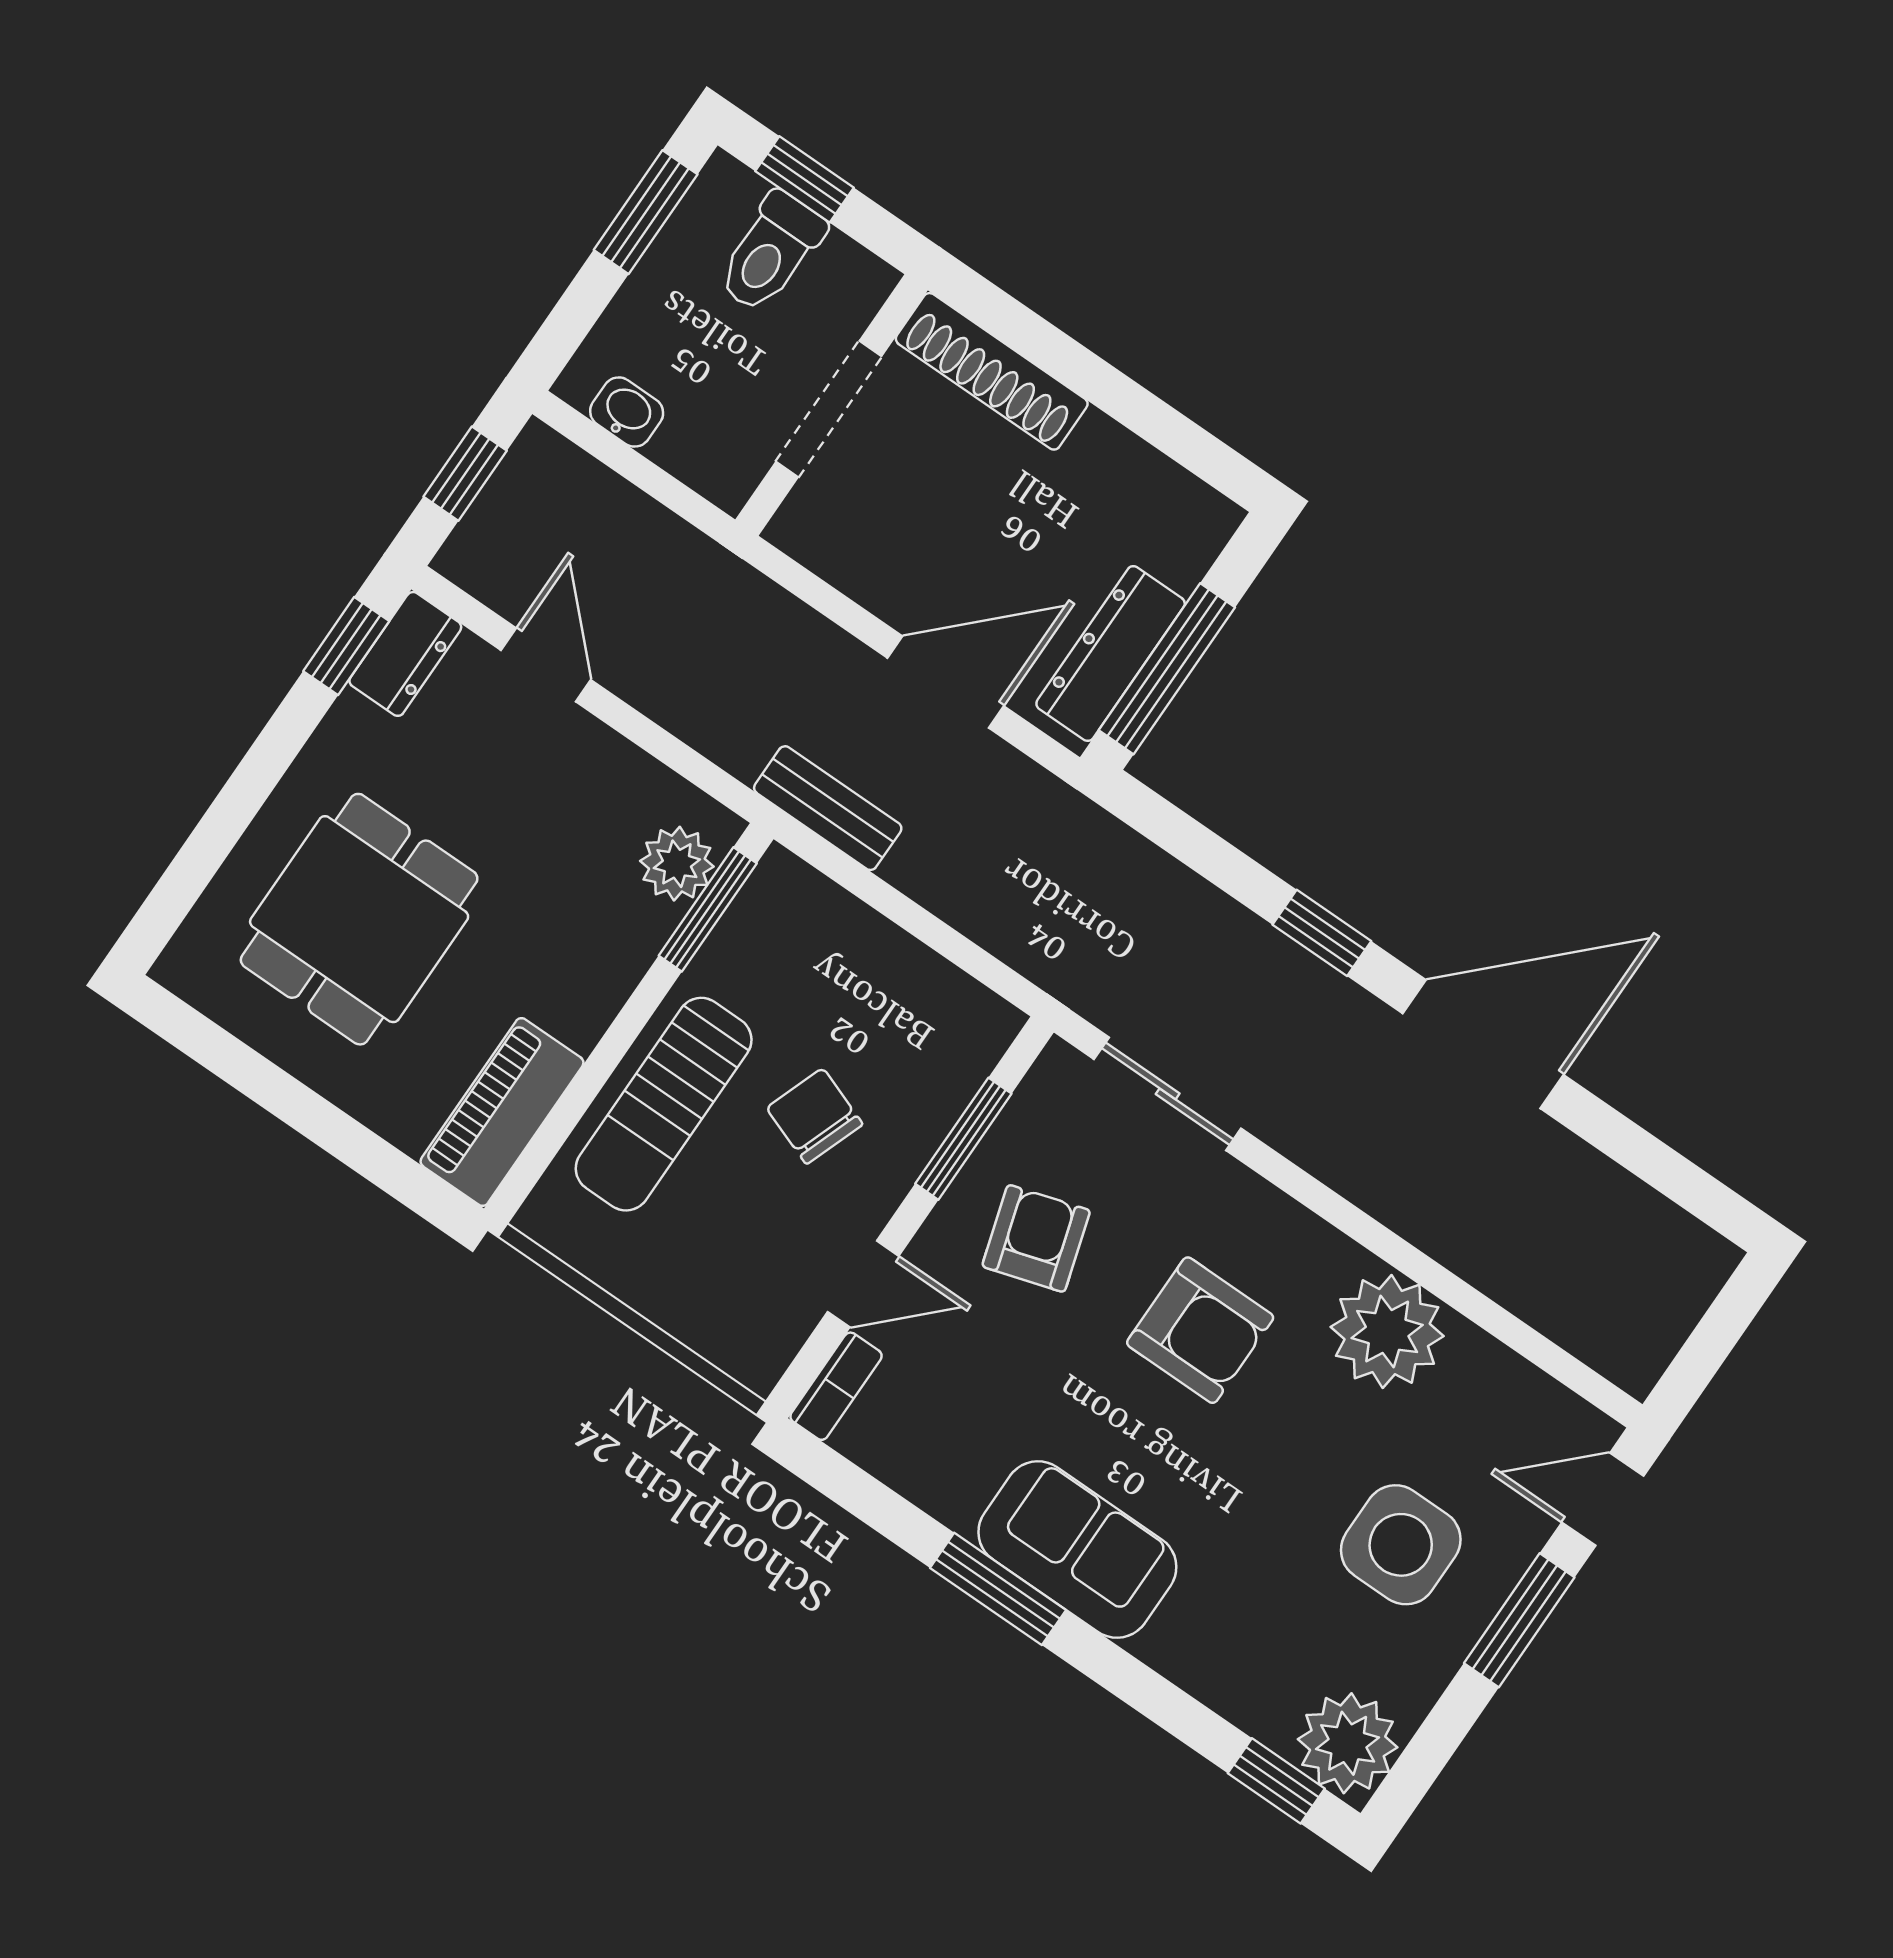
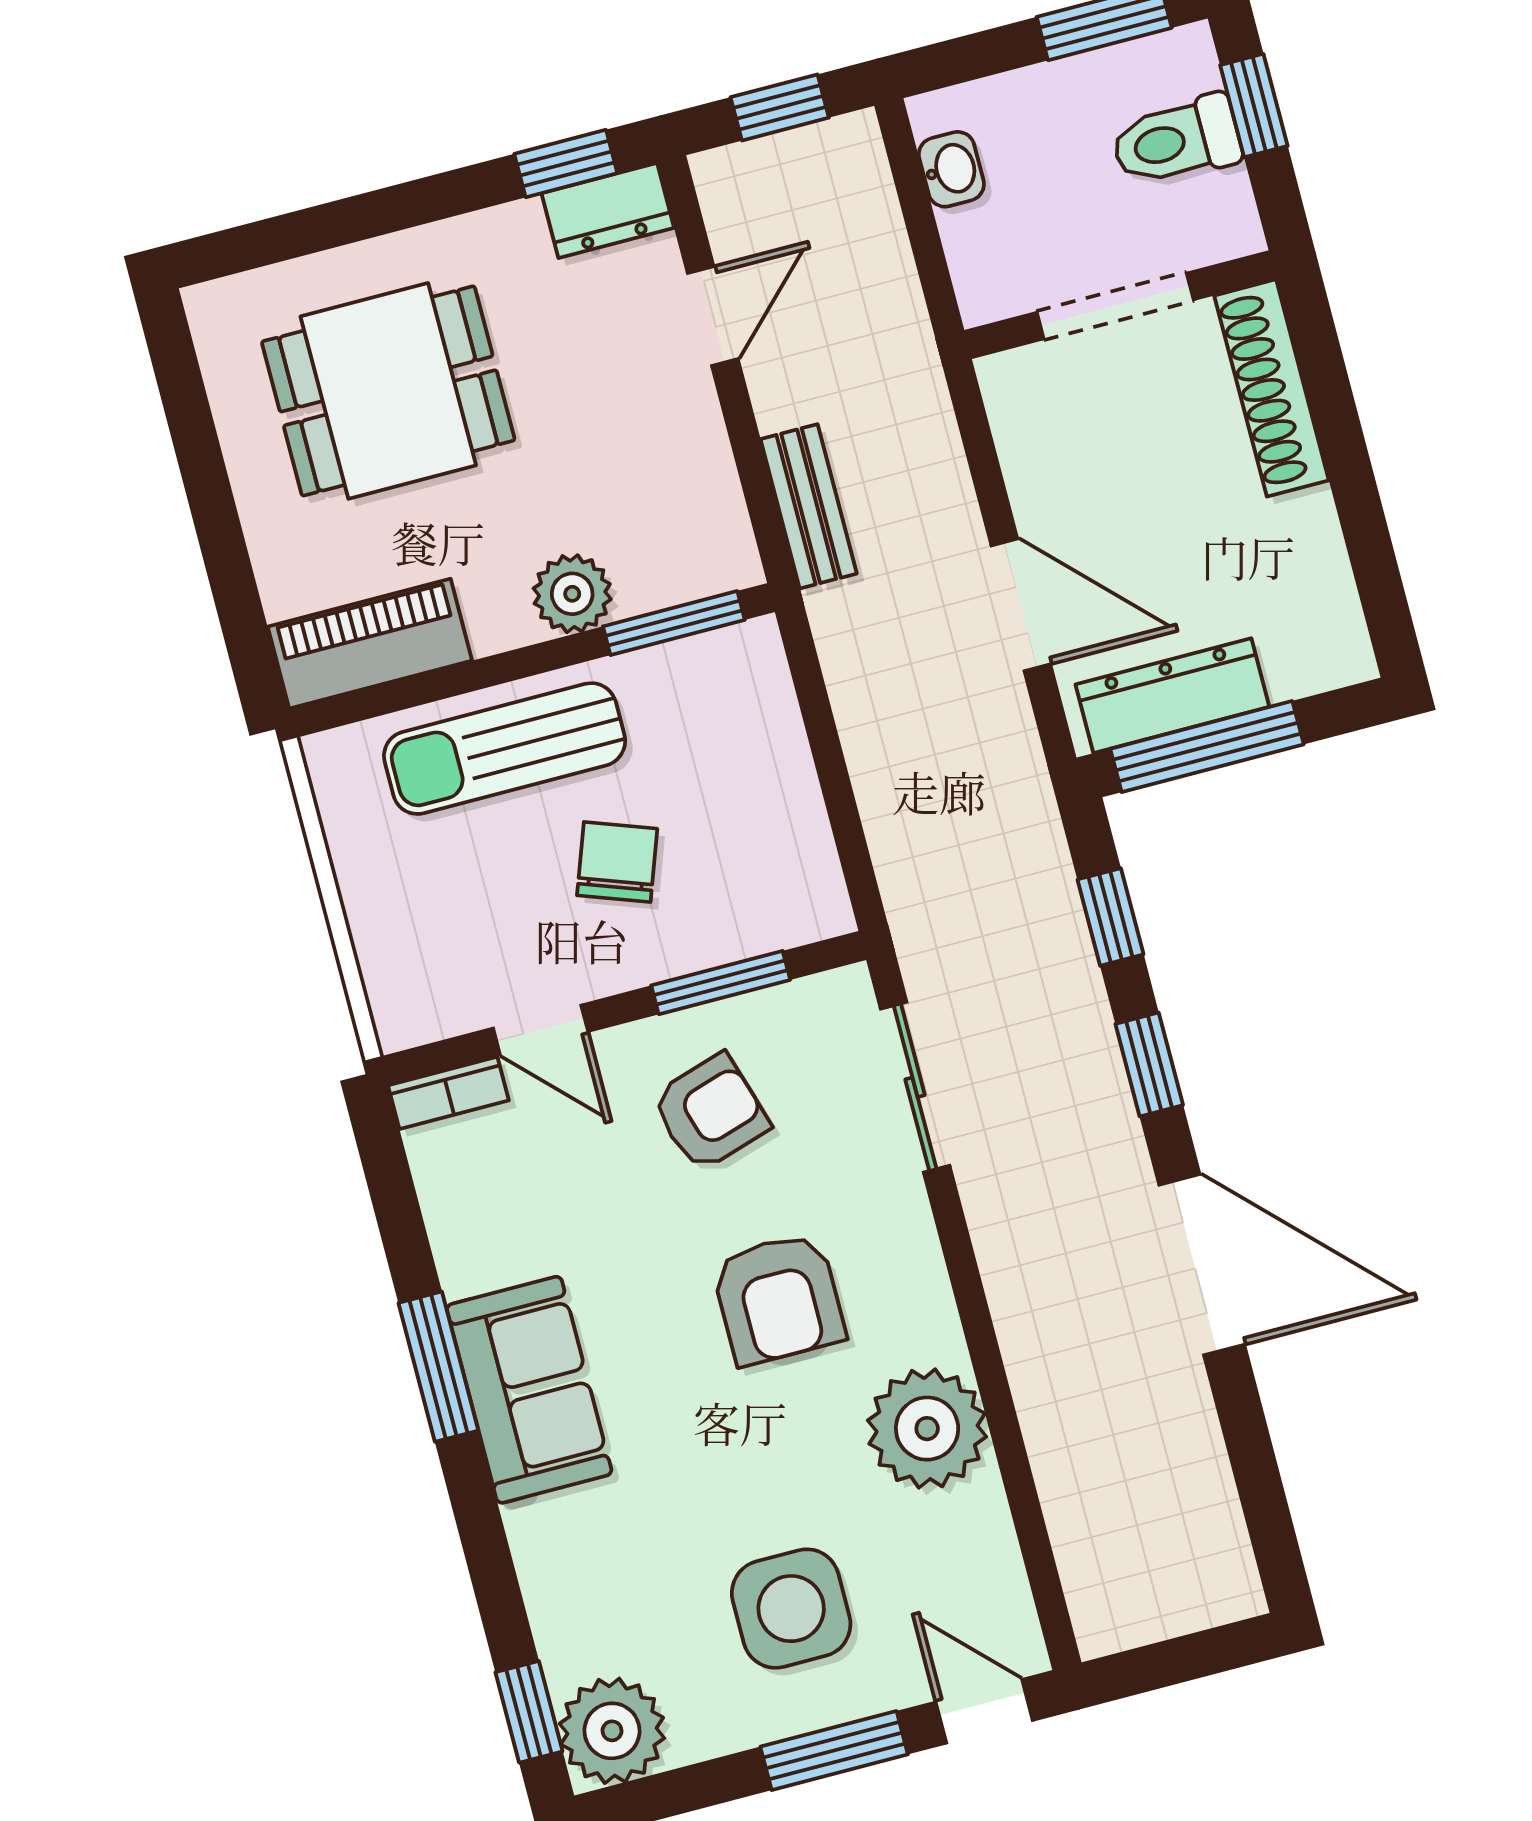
bench: (828, 808) -> (809, 506), moved
window: (1203, 851) -> (1110, 917), added
plant: (677, 864) -> (572, 594), moved

